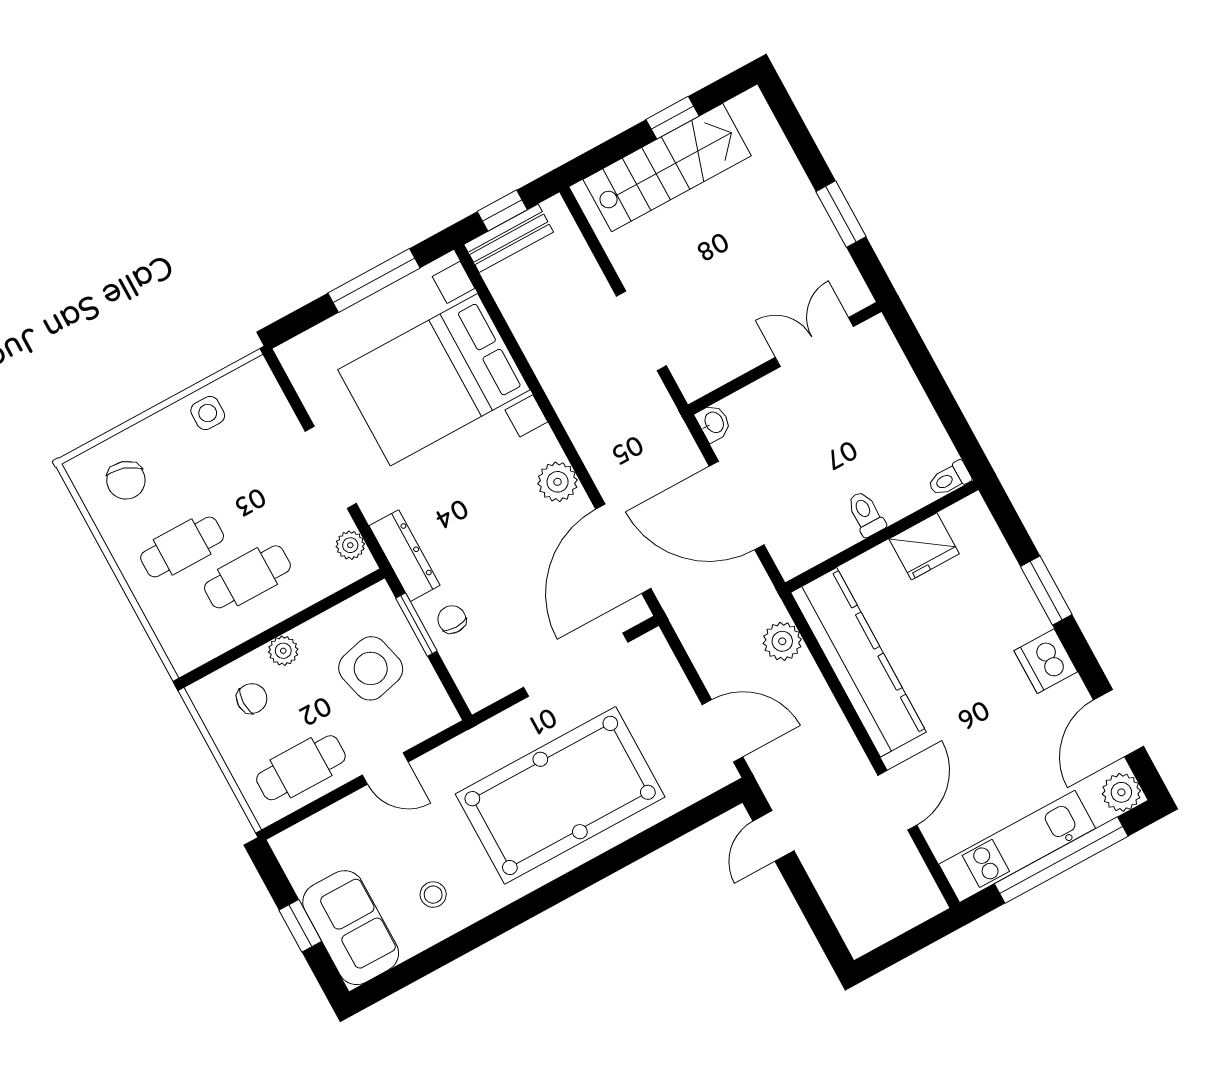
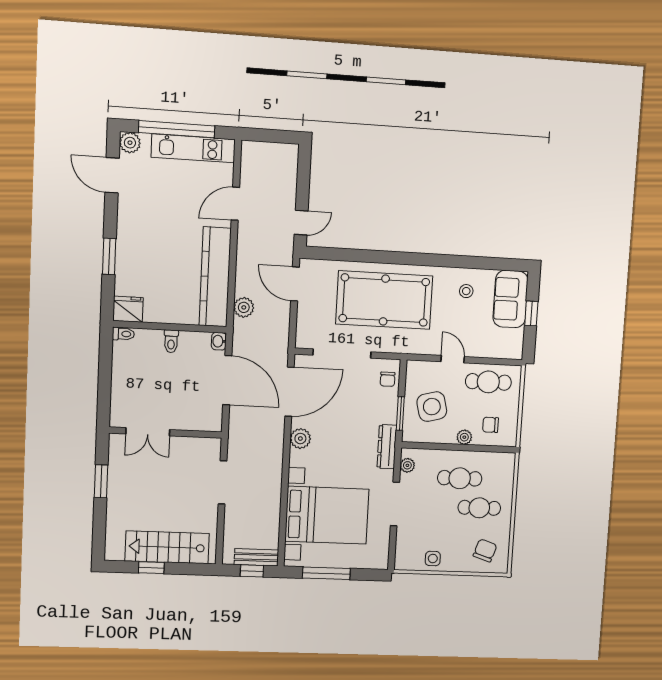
washbasin: (714, 423) -> (219, 341), moved
fridge: (924, 546) -> (128, 309), moved
chair: (452, 619) -> (388, 379), moved
dishwasher: (1046, 661) -> (129, 224), removed
door: (1118, 723) -> (112, 175), swing flipped

